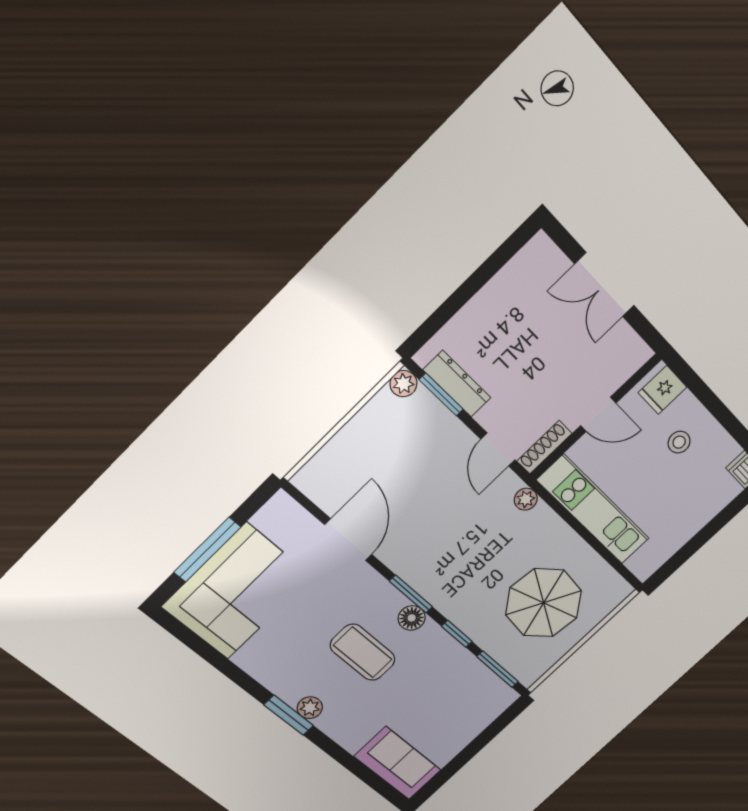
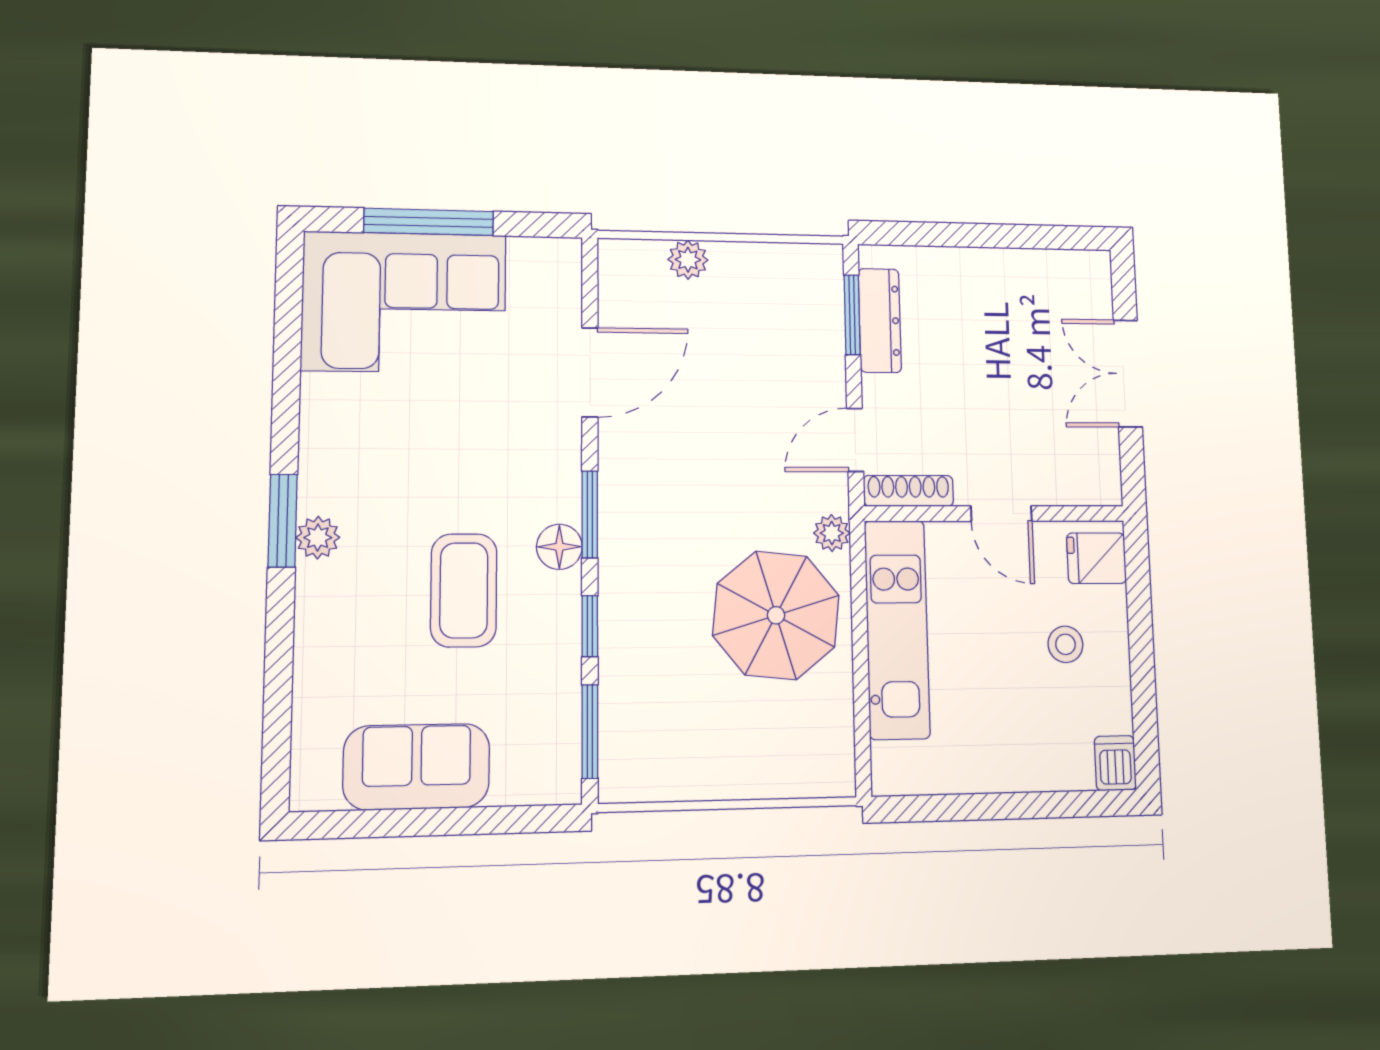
plant: (403, 384) -> (688, 260), moved
parasol: (544, 603) -> (776, 615), moved
coffee table: (363, 652) -> (464, 590), moved
sofa: (397, 763) -> (417, 767), moved, turned -90

